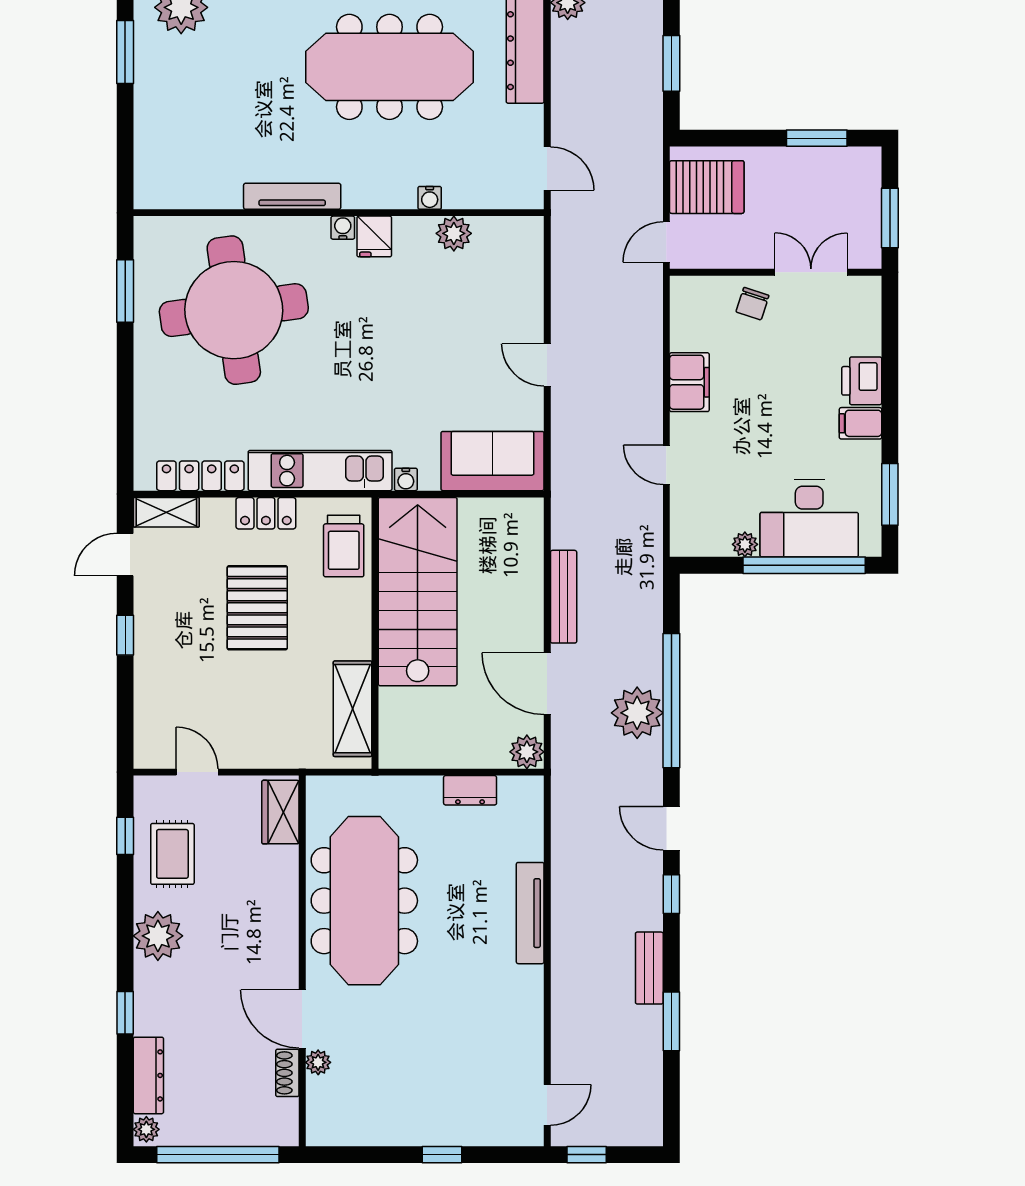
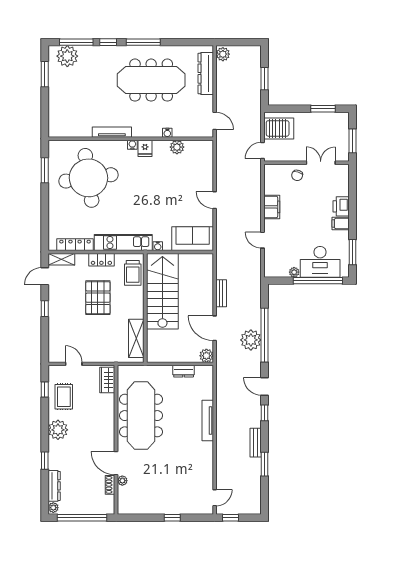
bench: (564, 597) -> (221, 293), width x0.73

